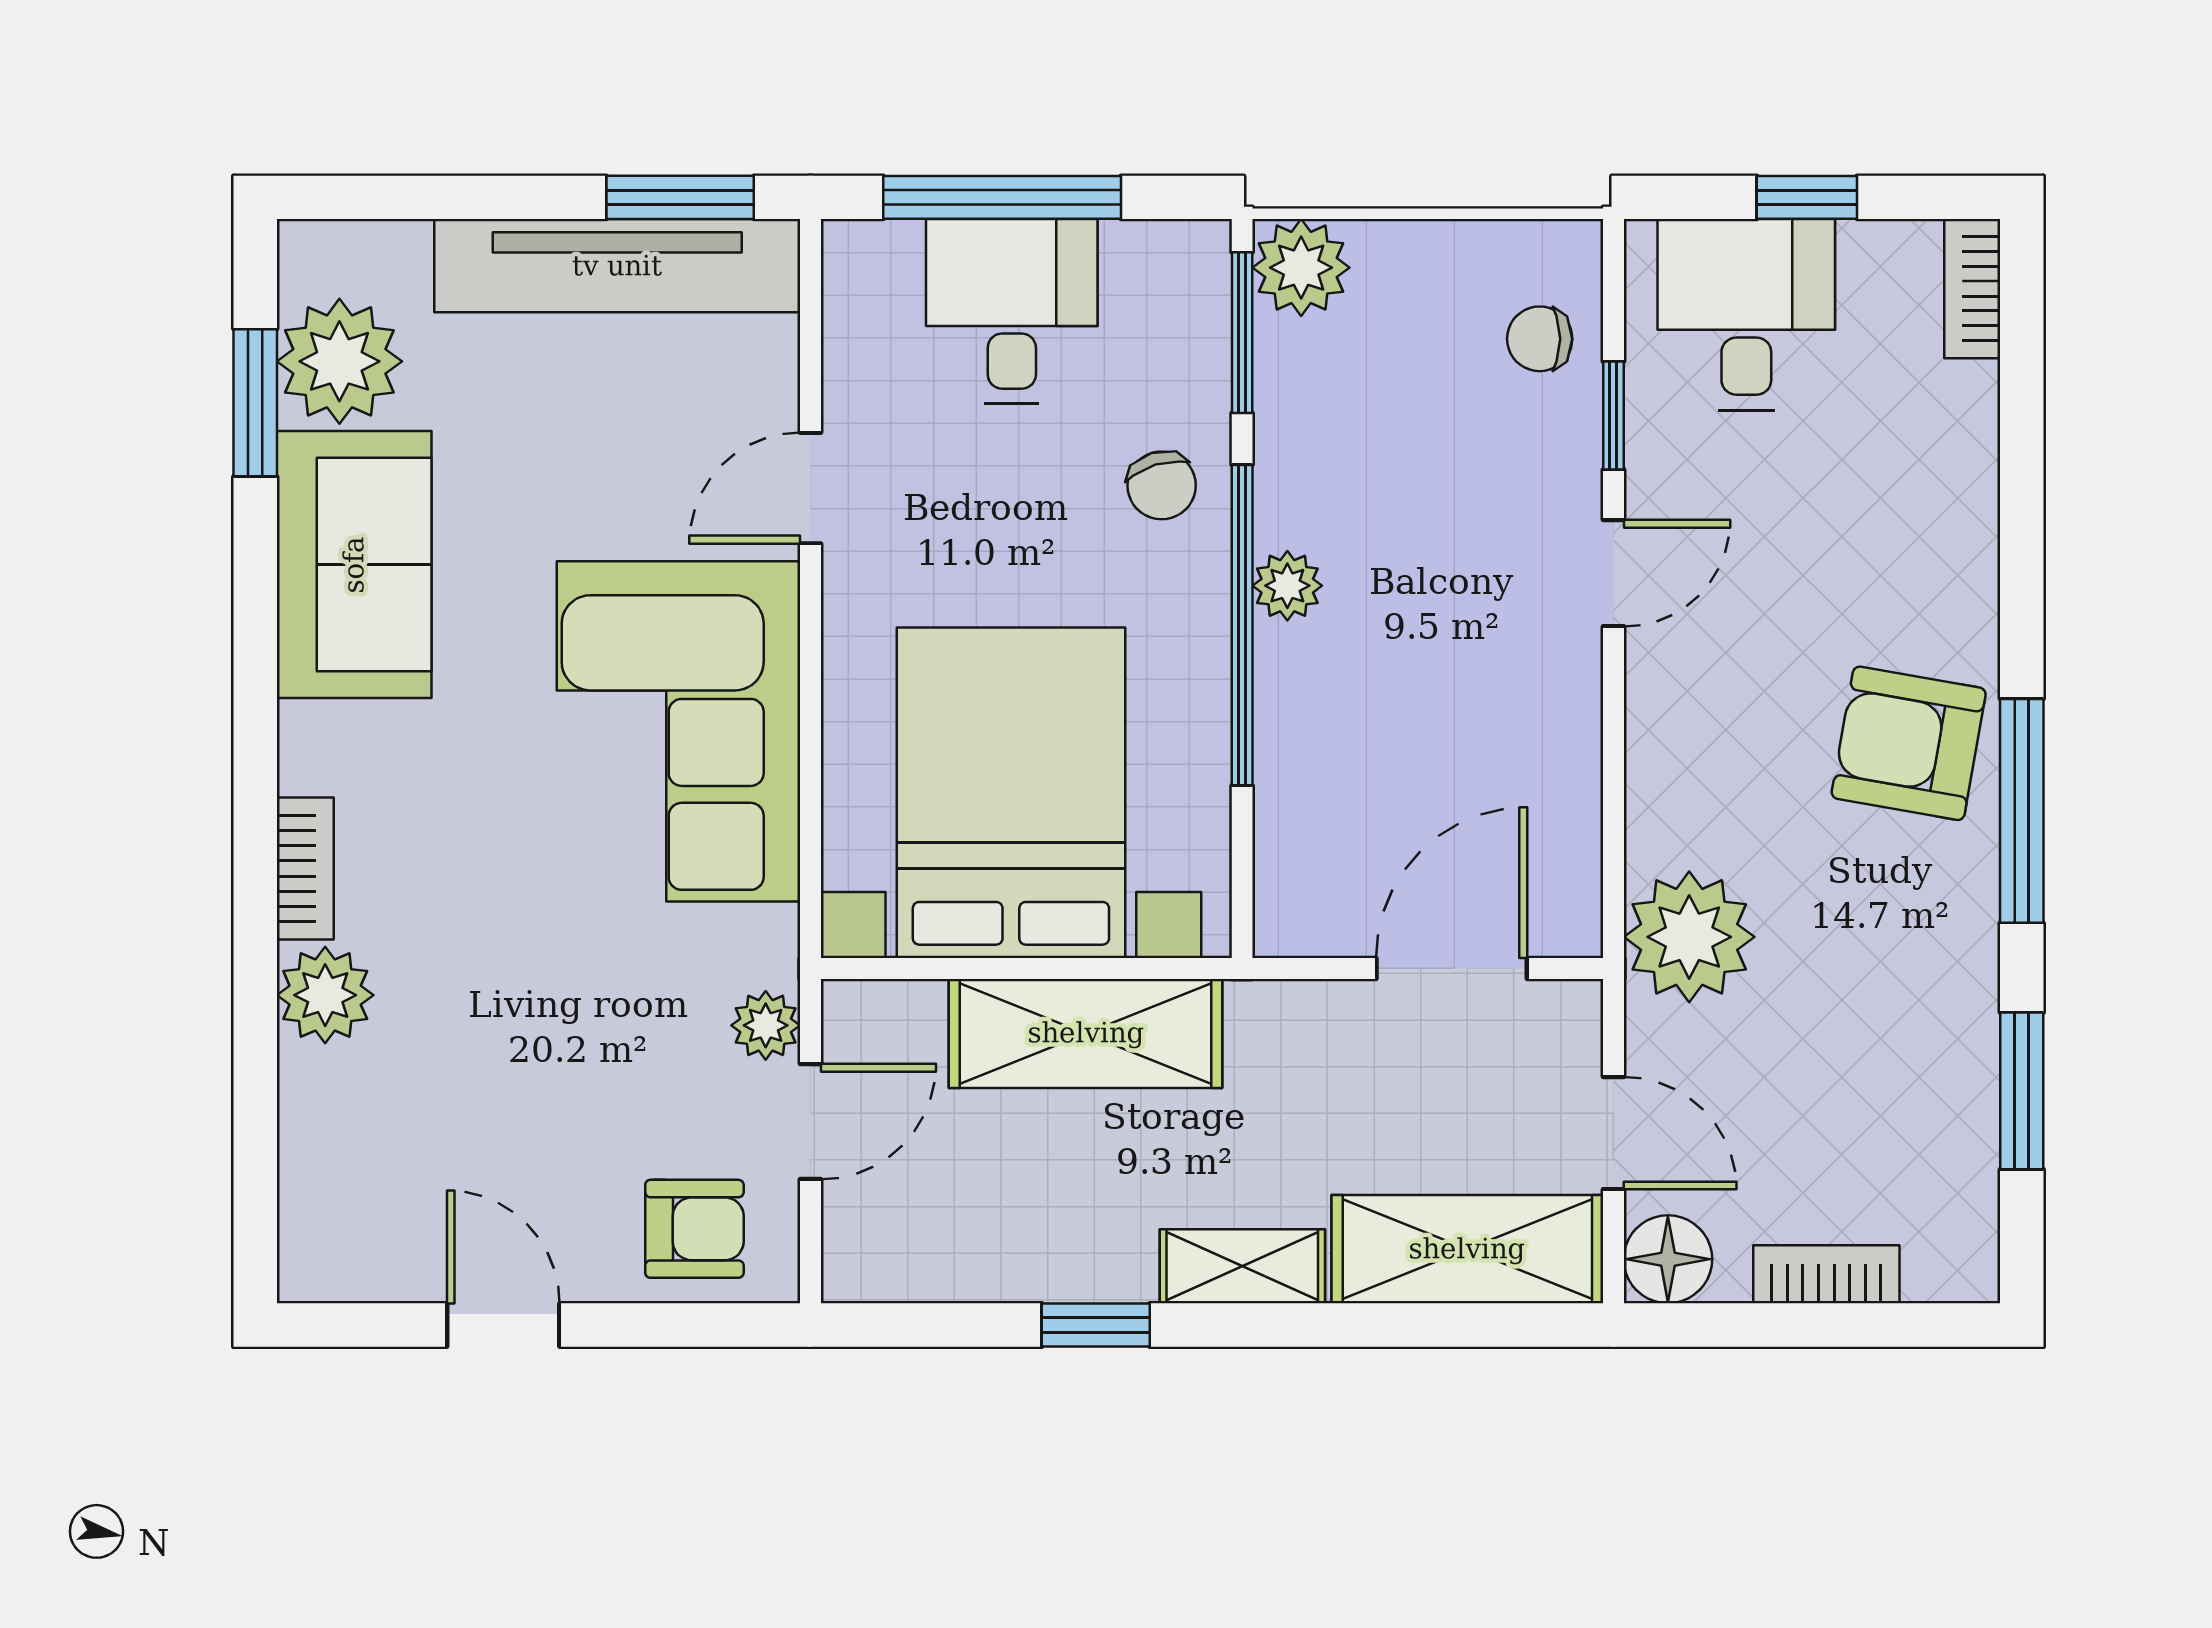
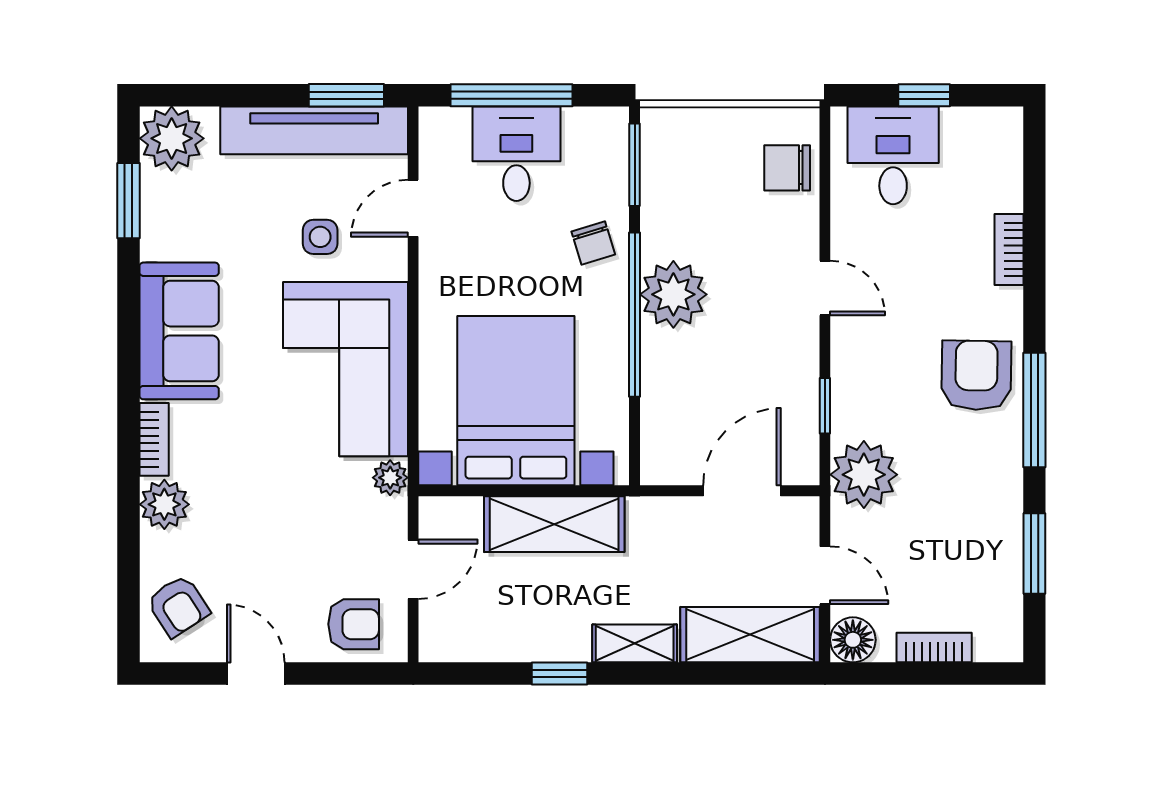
plant: (1301, 268) -> (665, 131), removed
bookcase: (1972, 289) -> (1009, 250), moved
chair: (1540, 339) -> (787, 168), width x1.37, depth x1.37
plant: (339, 361) -> (172, 138), moved
window: (1613, 416) -> (825, 406), moved
side table: (629, 474) -> (320, 237), added
door: (810, 488) -> (413, 208), moved
sofa: (354, 565) -> (179, 331), moved
door: (1613, 573) -> (825, 288), hinge flipped
plant: (1287, 586) -> (673, 294), width x1.87, depth x1.87
armchair: (1909, 743) -> (976, 375), turned 81
plant: (766, 1025) -> (390, 478), moved
armchair: (352, 1193) -> (178, 606), added

